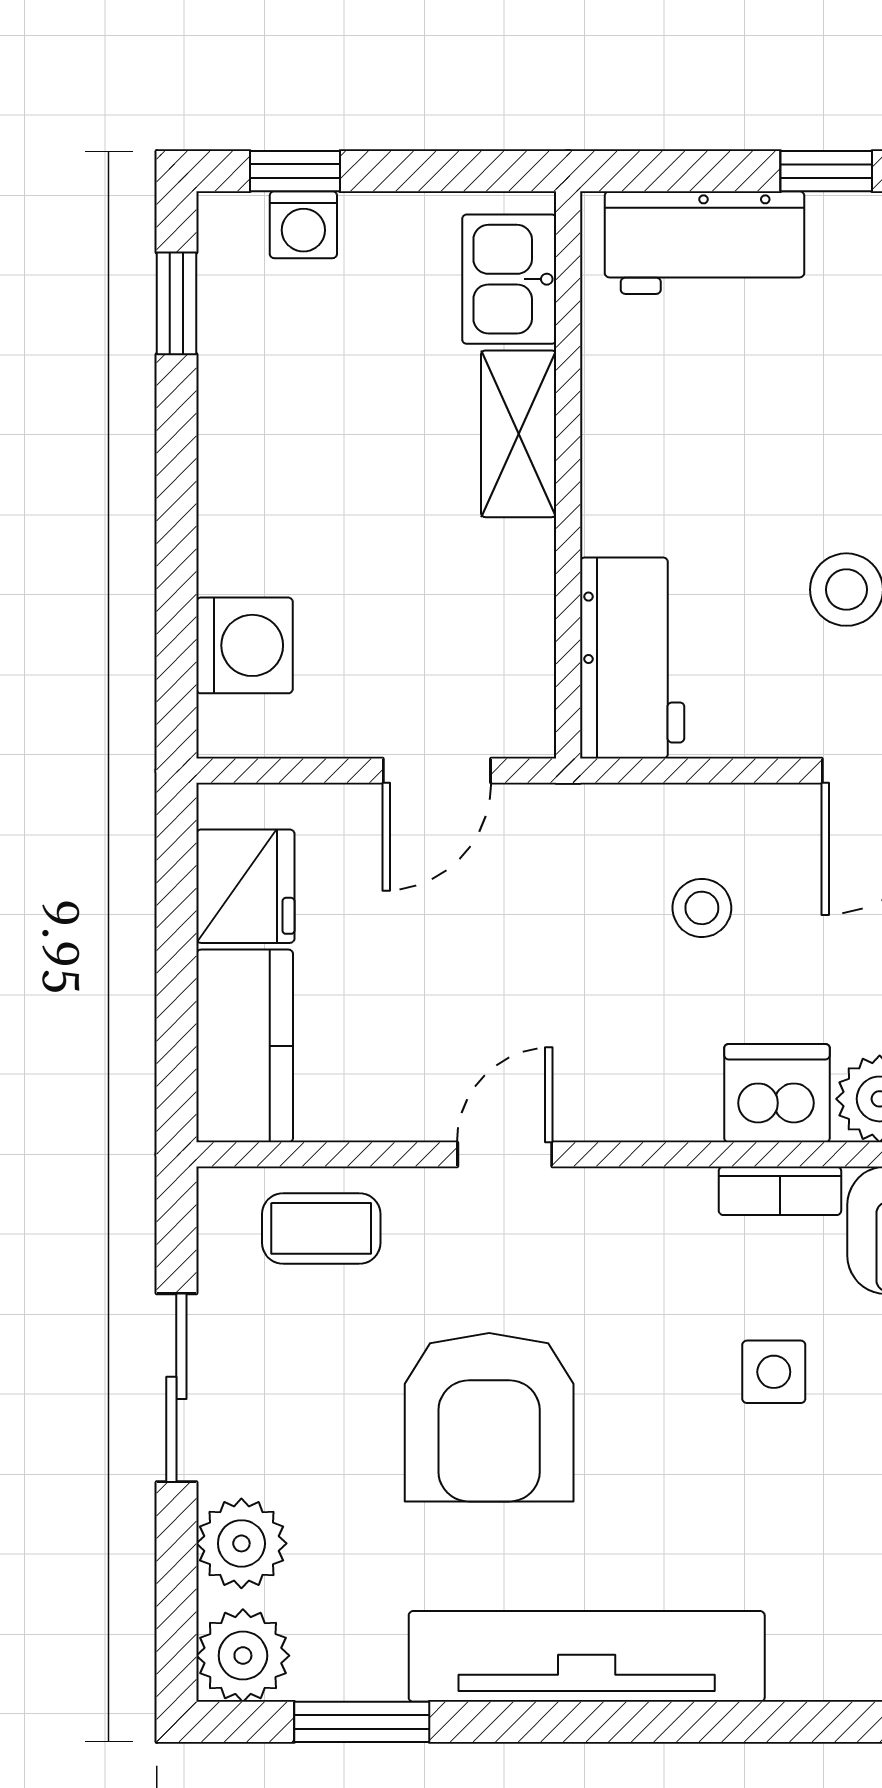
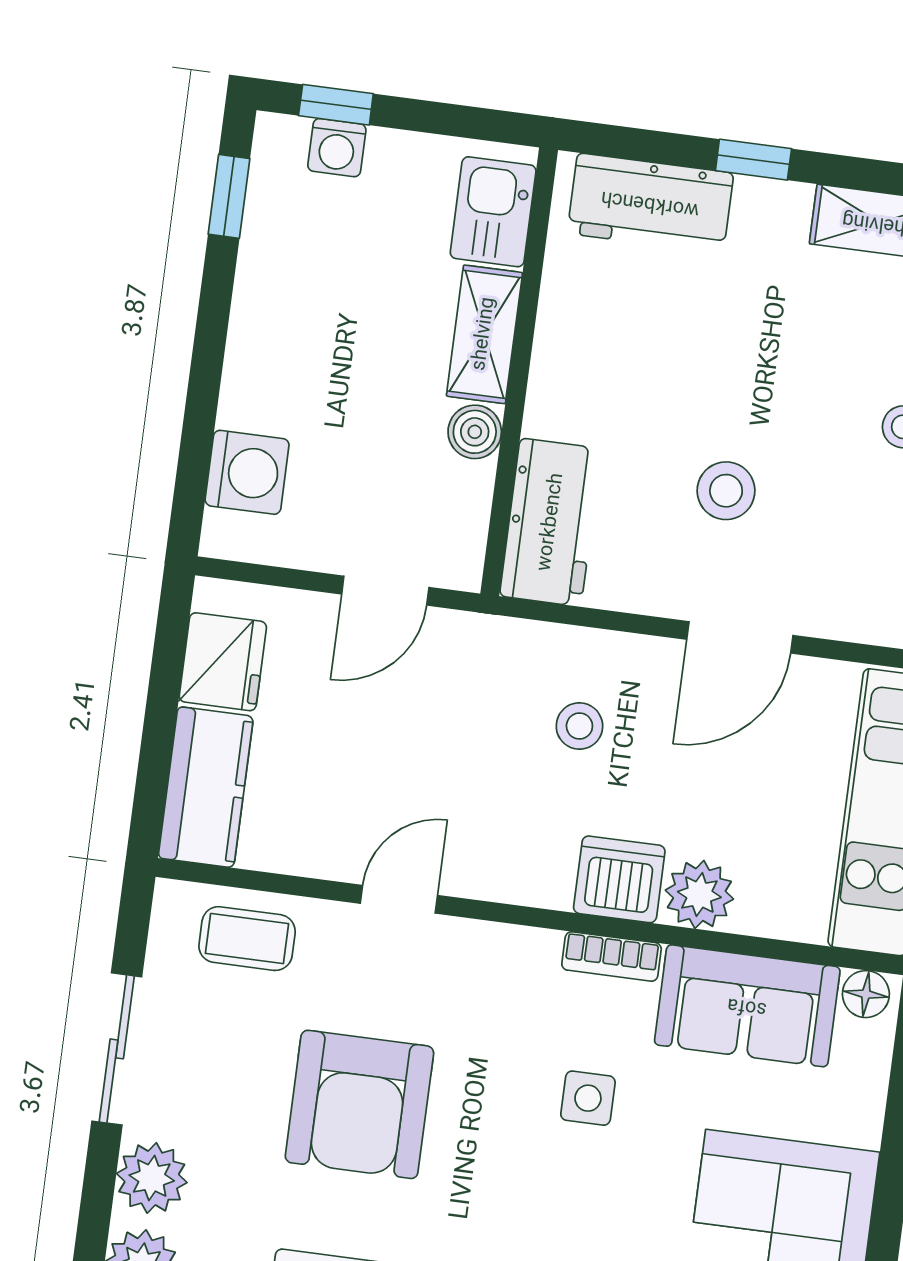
boiler: (523, 557) -> (475, 432), added

